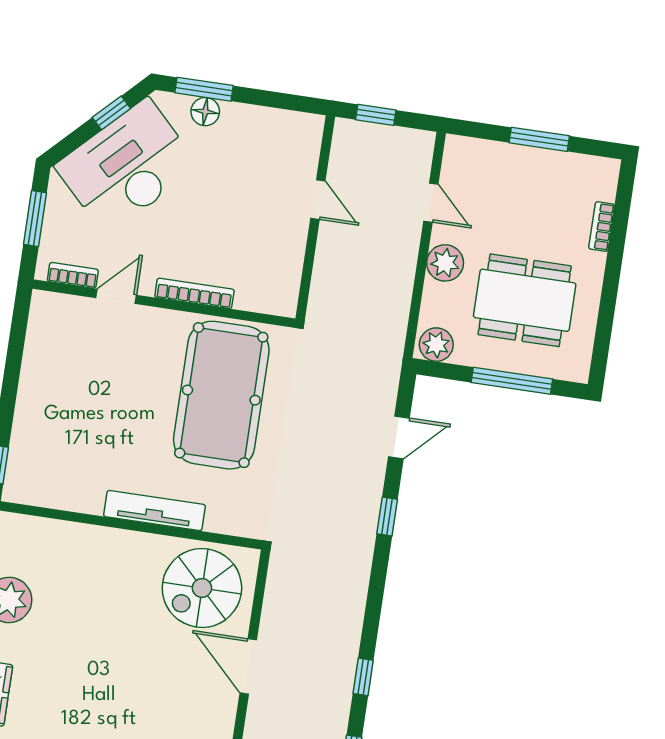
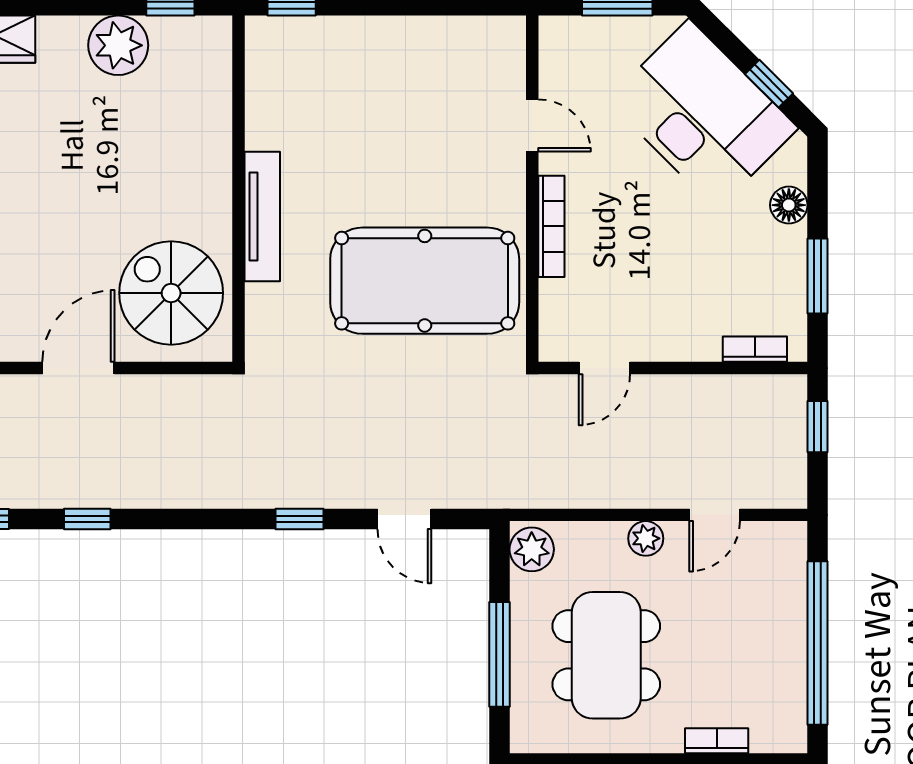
window: (204, 89) -> (818, 276), moved
window: (539, 139) -> (818, 643), width x2.11
door: (318, 200) -> (604, 368), moved
plant: (445, 263) -> (646, 538), width x0.73, depth x0.73
bookcase: (73, 275) -> (755, 349), moved, turned -90

